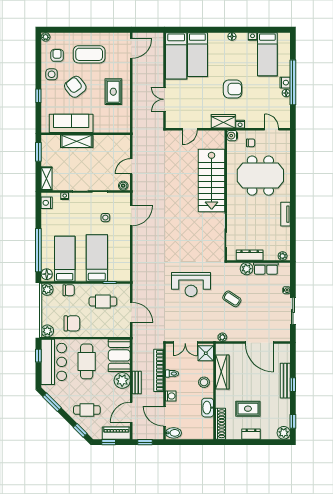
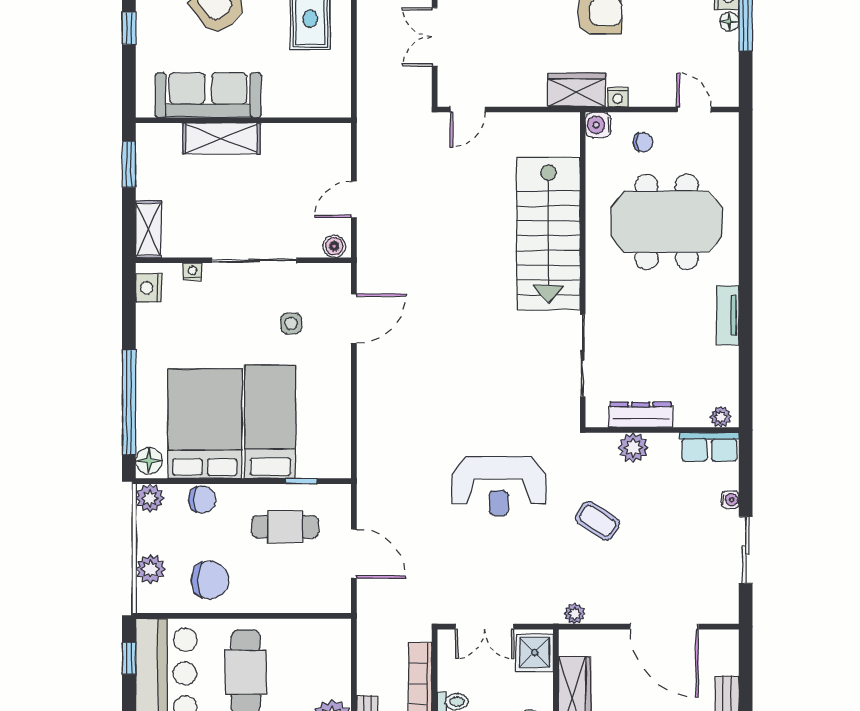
door: (190, 129) -> (468, 109), moved
bed: (65, 259) -> (205, 424), width x1.50
row of seats: (266, 268) -> (709, 447), moved
plant: (47, 331) -> (150, 569), moved
booth: (119, 355) -> (325, 658), removed

